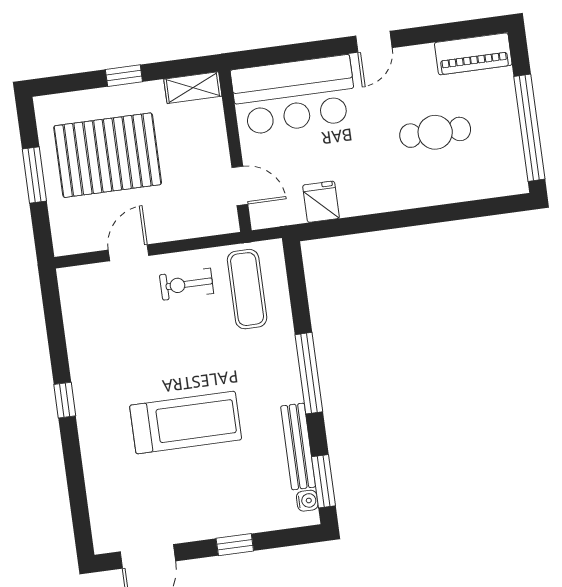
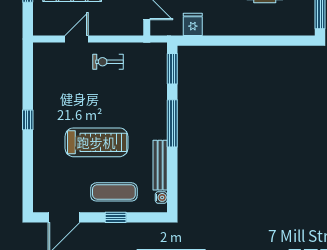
exercise mat: (247, 289) -> (114, 192), moved, turned 90
window: (324, 481) -> (172, 69), moved

